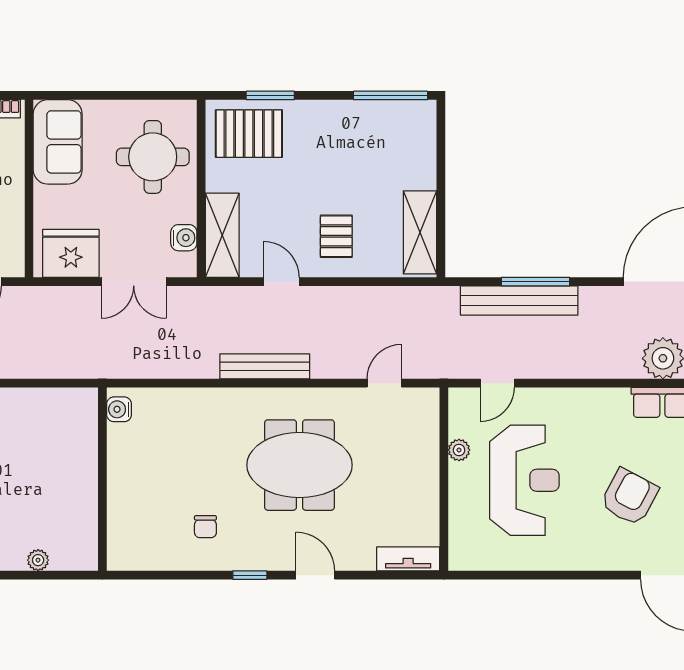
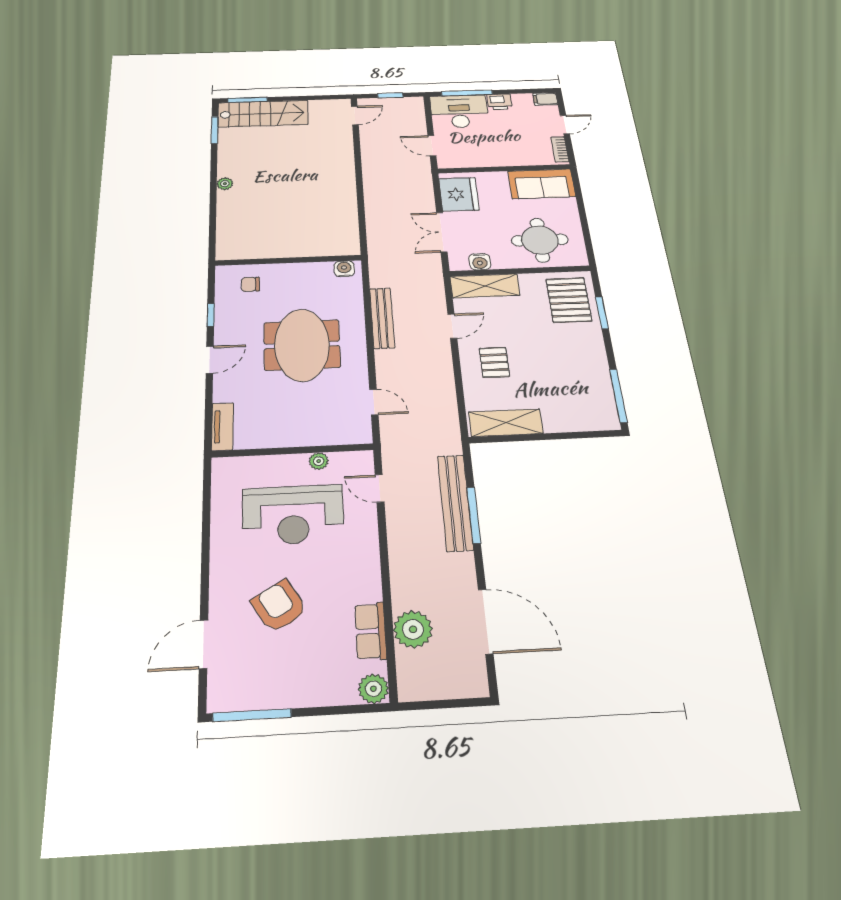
pallet: (336, 236) -> (494, 362), turned 90
water cooler: (119, 409) -> (344, 269), moved
wall: (102, 479) -> (288, 260), moved
armchair: (629, 497) -> (279, 606), turned -149

